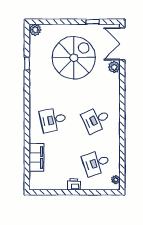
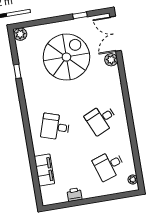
desk: (53, 120) -> (55, 127), turned 30
printer: (74, 184) -> (74, 195), moved

